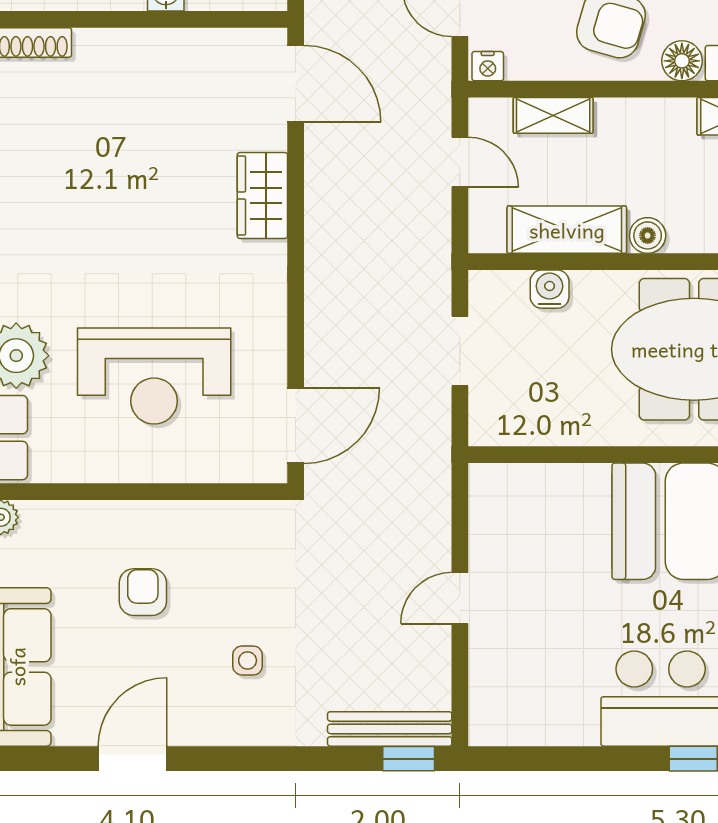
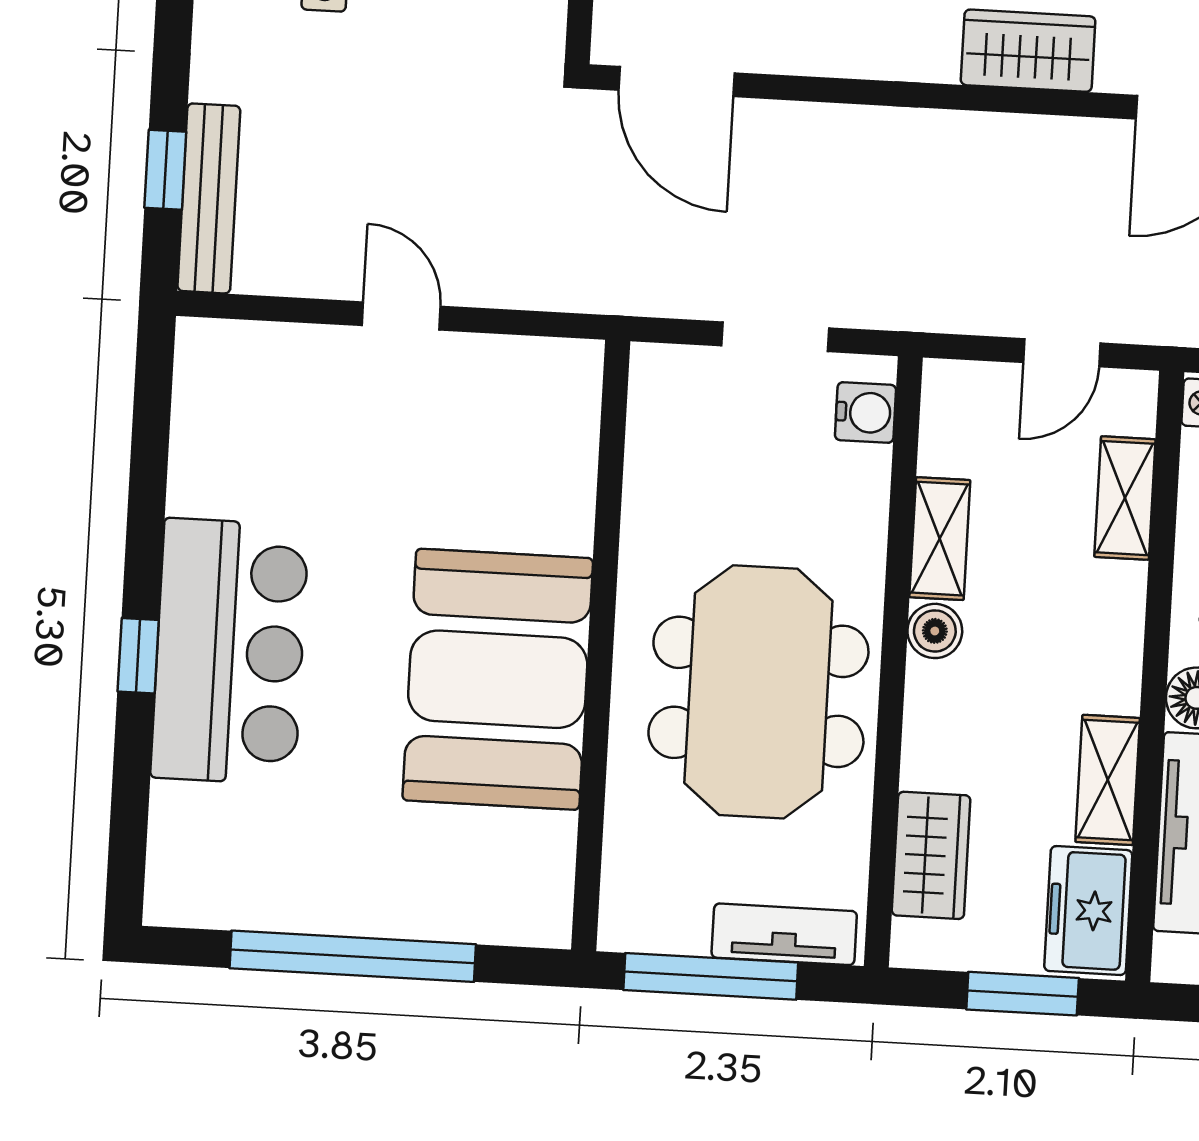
shelving: (567, 230) -> (940, 539), width x0.67, depth x0.75
water cooler: (550, 289) -> (866, 413), moved
window: (409, 759) -> (165, 170), moved

